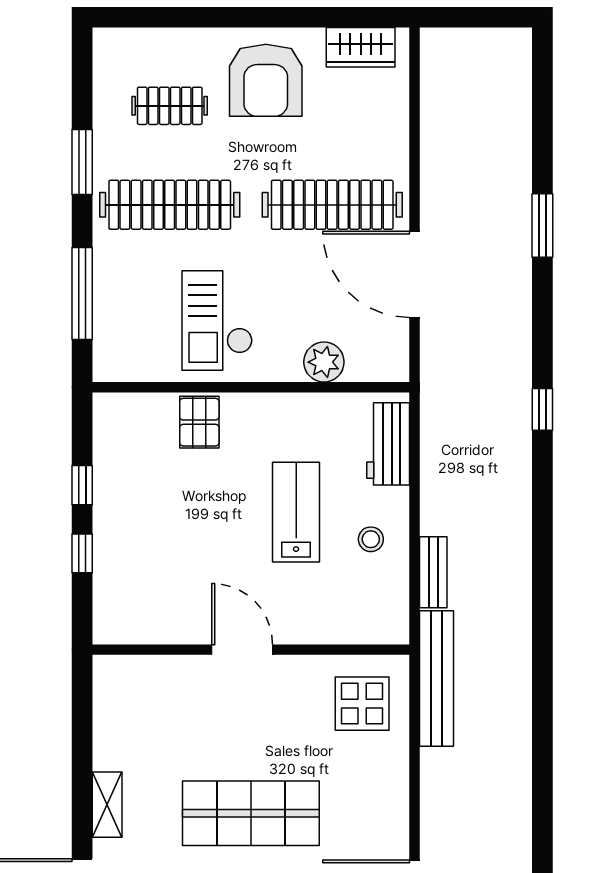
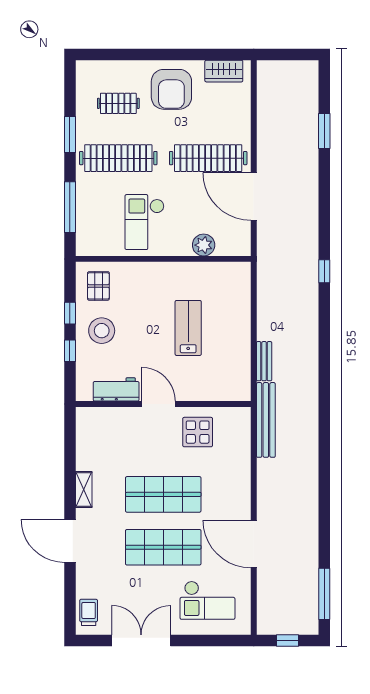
window: (542, 225) -> (324, 131), moved
pallet: (199, 422) -> (98, 286), moved
workbench: (388, 444) -> (116, 389), moved, turned 90
stool: (371, 539) -> (102, 331), moved, width x1.89, depth x1.89
display table: (362, 704) -> (198, 432), moved

